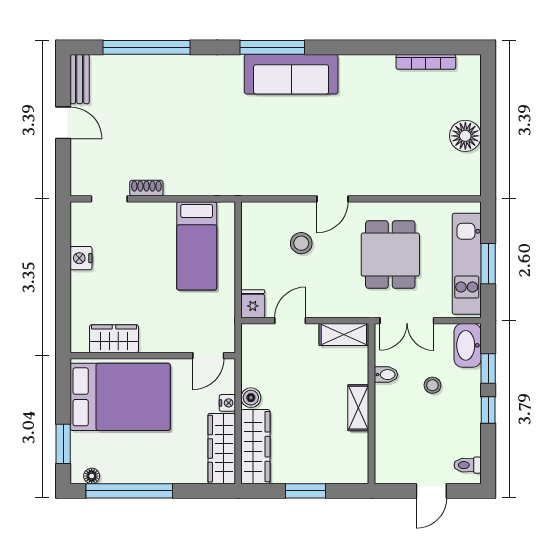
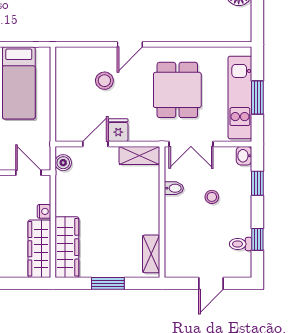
fridge: (253, 304) -> (118, 130), moved
washbasin: (468, 345) -> (244, 156), width x0.52, depth x0.69
door: (208, 356) -> (28, 173), swing flipped
boiler: (251, 398) -> (63, 163), moved
shelving: (358, 408) -> (151, 254), moved
window: (488, 410) -> (257, 239), moved
toilet: (468, 465) -> (241, 244), moved

